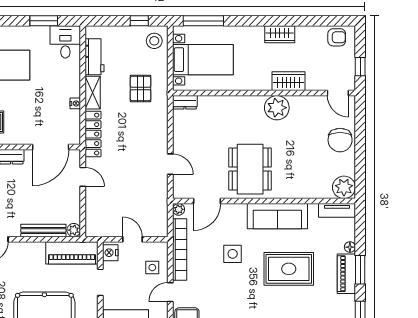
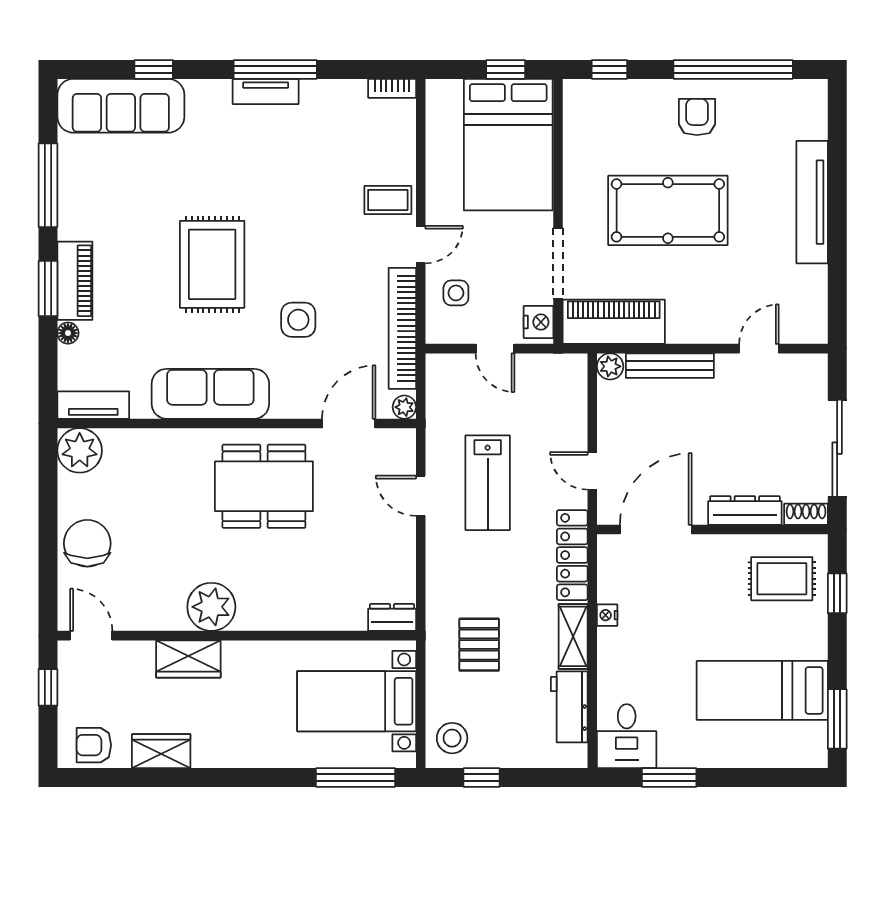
wardrobe: (280, 34) -> (161, 751), moved
dining table: (250, 169) -> (264, 486), turned 90
lab bench: (136, 171) -> (488, 483), added
rug: (289, 269) -> (212, 264), moved, turned 90
doorway: (100, 282) -> (558, 264), width x1.38

